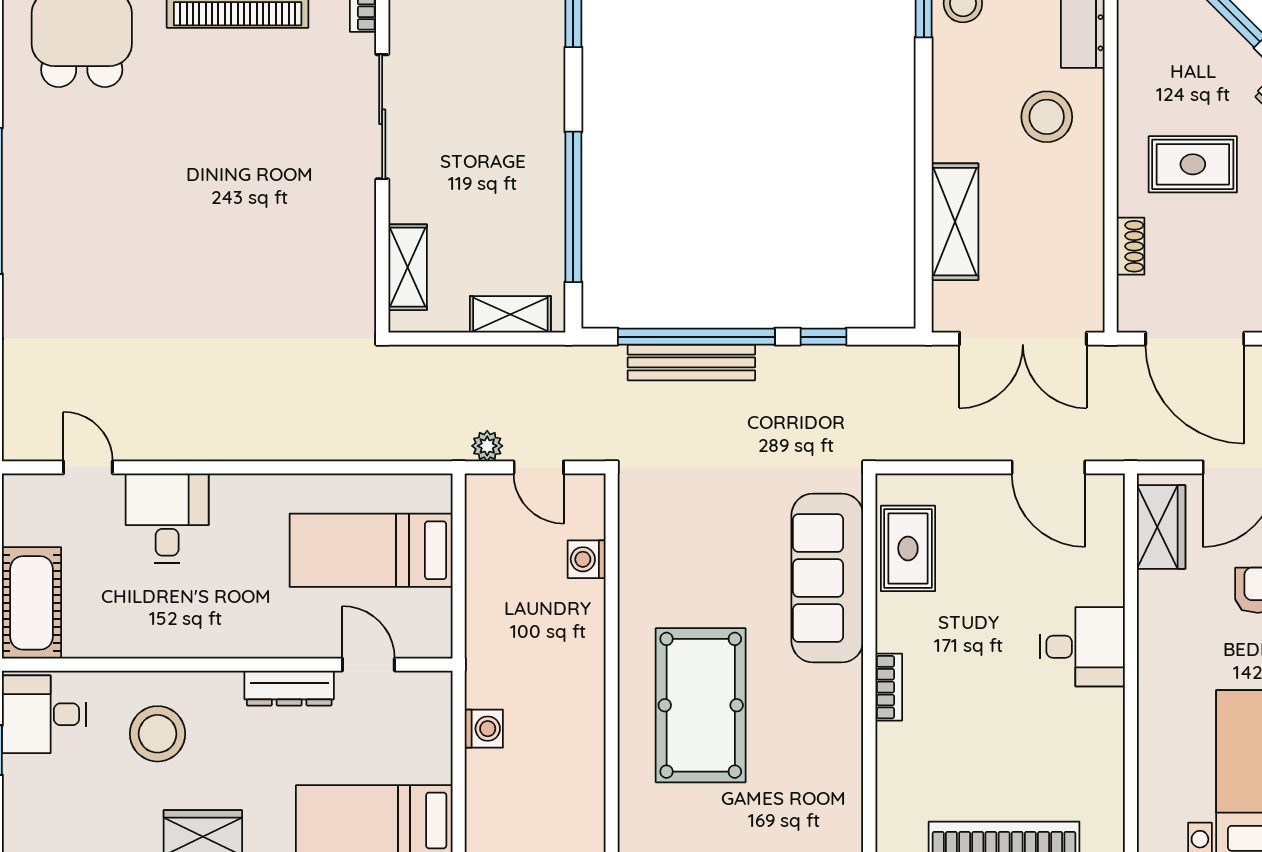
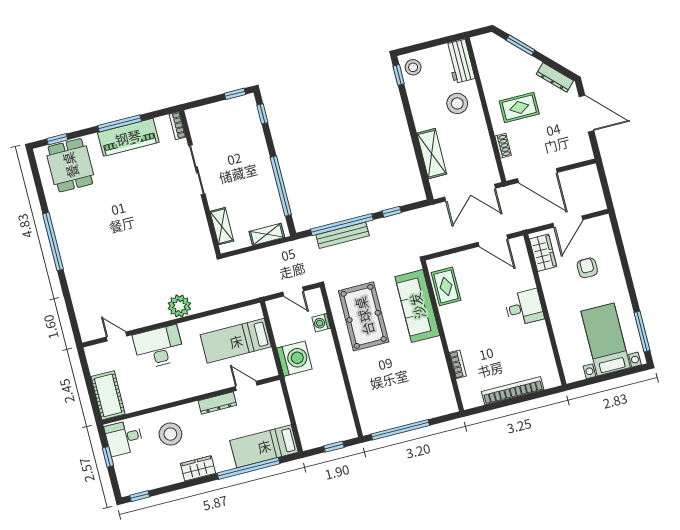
plant: (487, 446) -> (179, 306), moved, width x1.88, depth x1.88
desk: (167, 518) -> (159, 347), width x1.37
bookcase: (889, 687) -> (458, 364), moved
pool table: (701, 705) -> (364, 316), moved
washing machine: (484, 729) -> (294, 359), moved, width x1.89, depth x1.89

